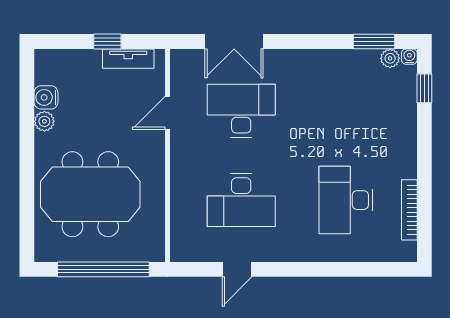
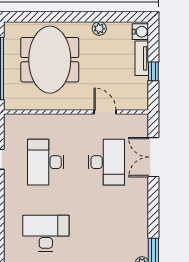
tv unit: (128, 59) -> (142, 58), moved
water cooler: (46, 97) -> (140, 32), moved, turned 90

